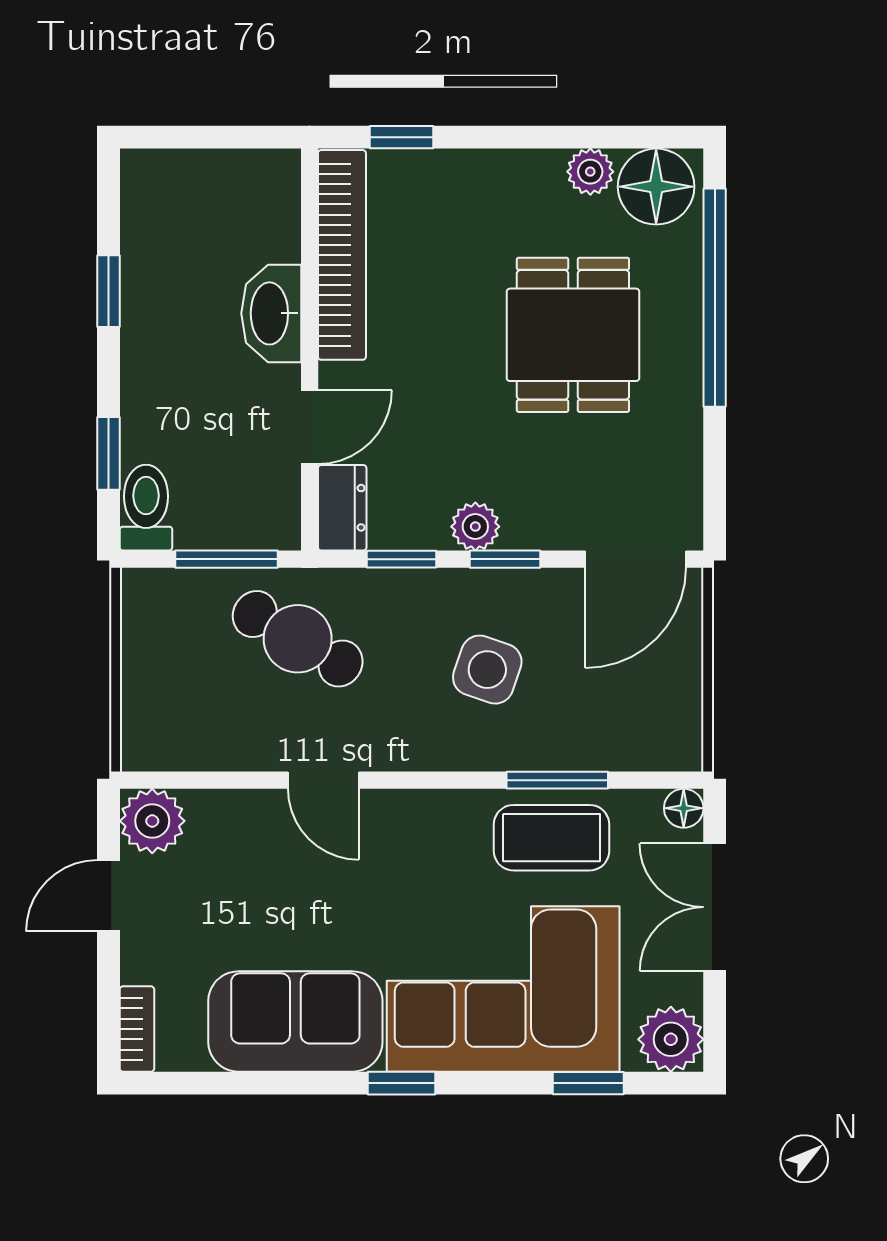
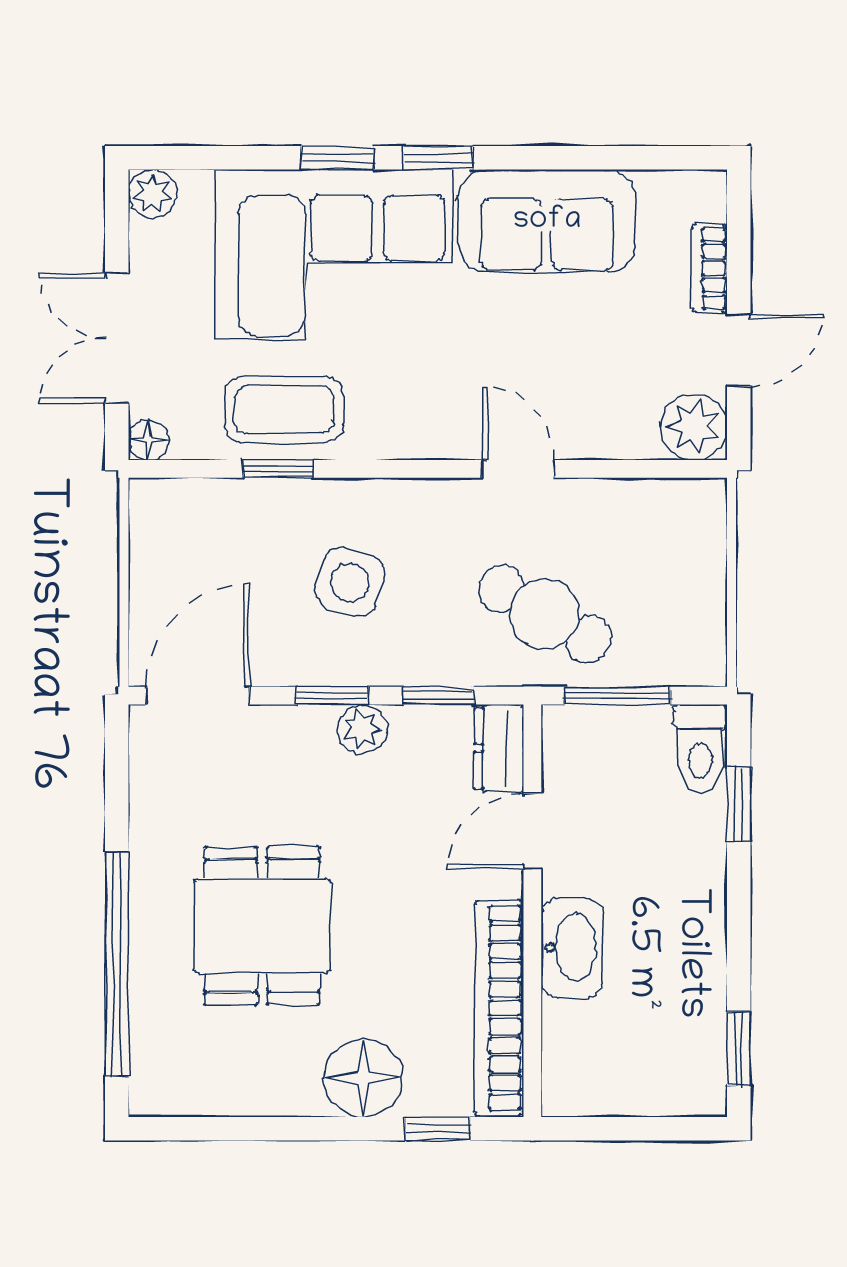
plant: (590, 172) -> (244, 1093), removed
floor lamp: (656, 187) -> (363, 1078), moved
window: (108, 291) -> (739, 1049), moved
window: (557, 780) -> (278, 469), width x0.67
double door: (715, 907) -> (117, 338), swing flipped
bookcase: (137, 1029) -> (710, 268), moved
plant: (671, 1039) -> (153, 194), width x0.73, depth x0.73
window: (588, 1083) -> (337, 158), moved

